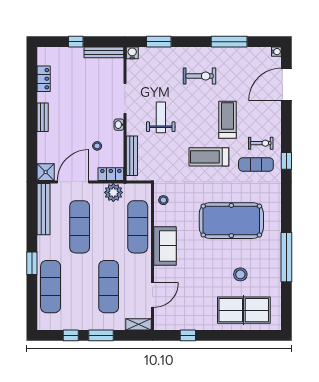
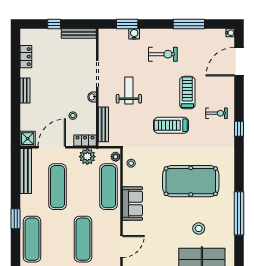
water cooler: (132, 53) -> (134, 34), moved
exercise mat: (256, 165) -> (212, 132), removed
plant: (146, 193) -> (116, 157), added

